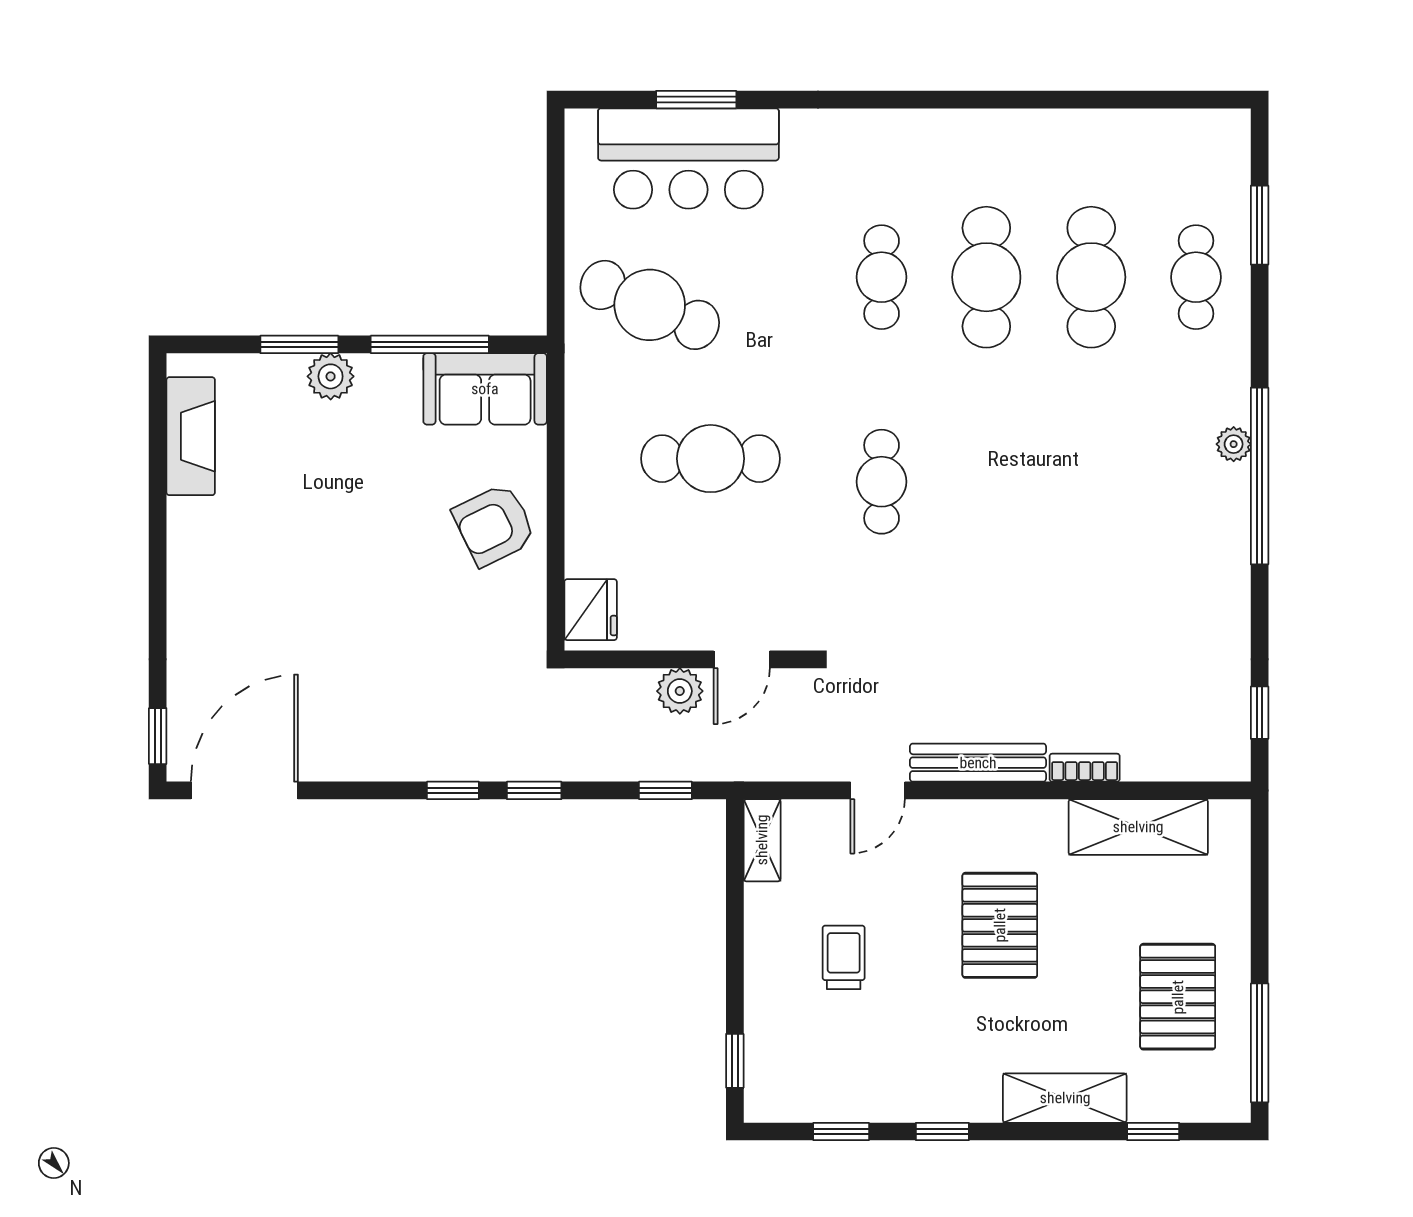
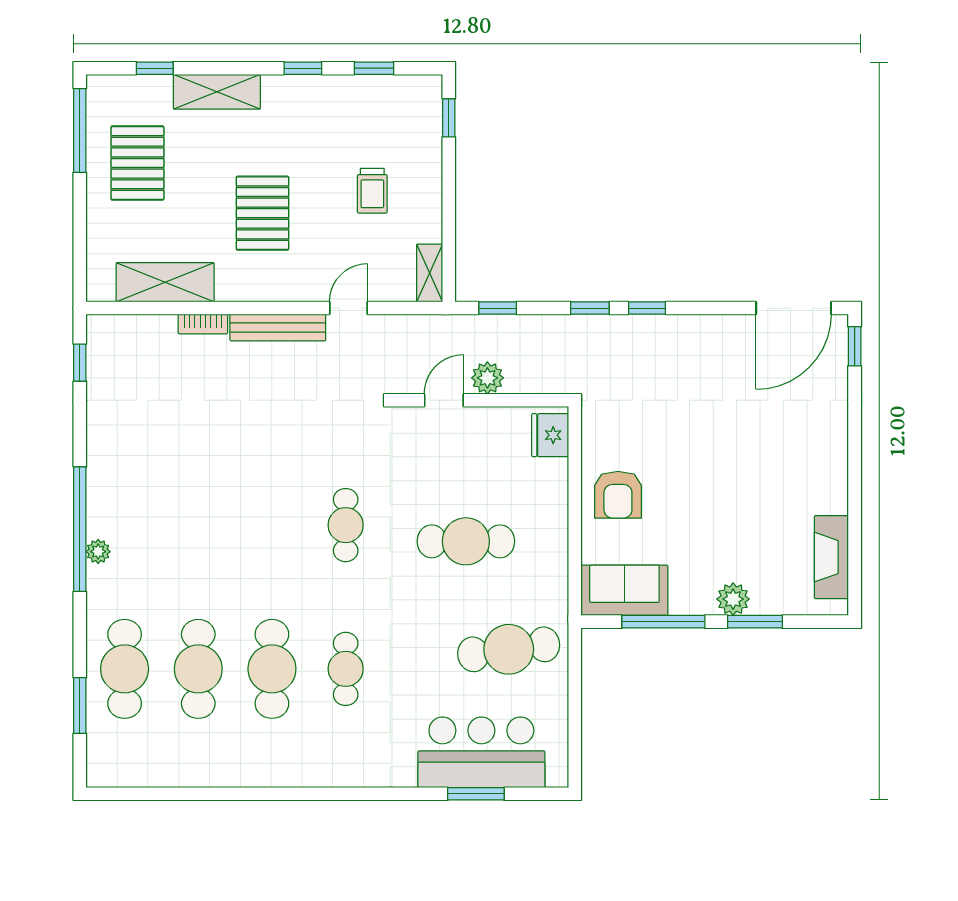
cafe table: (1196, 277) -> (125, 669), width x1.37, depth x1.35
cafe table: (650, 305) -> (509, 649), turned -31
armchair: (494, 525) -> (618, 495), turned 116

